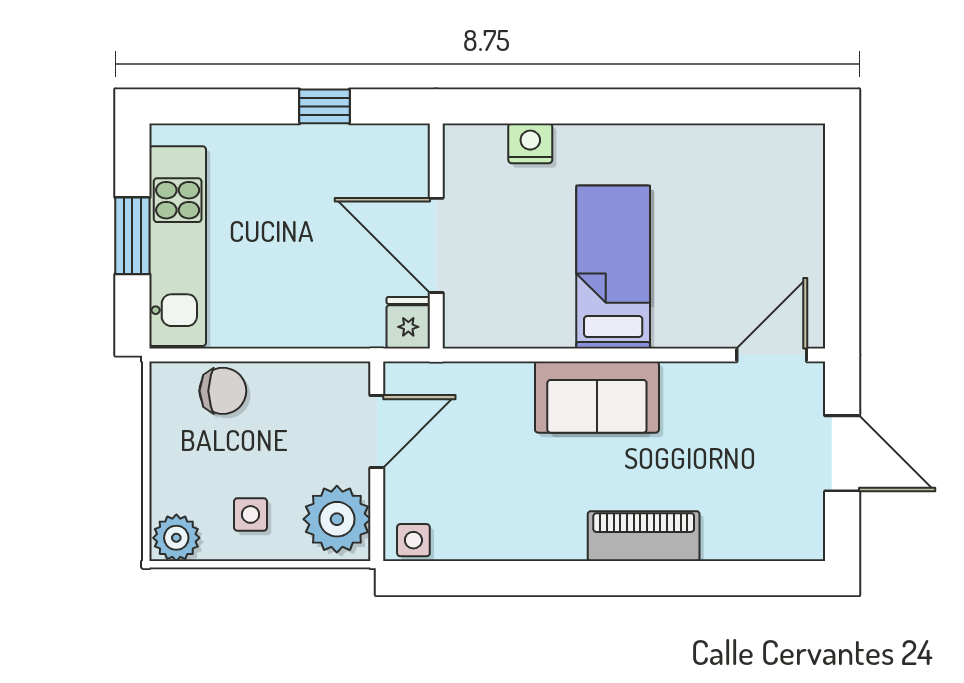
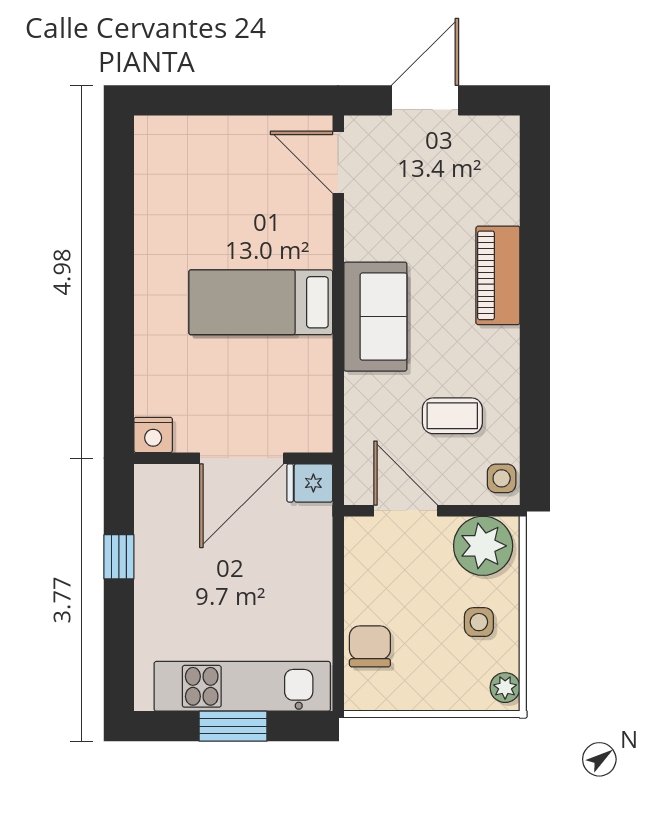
nightstand: (530, 143) -> (153, 435), moved, turned -90
coffee table: (484, 484) -> (452, 416), added
plant: (176, 538) -> (505, 688), width x0.73, depth x0.73

